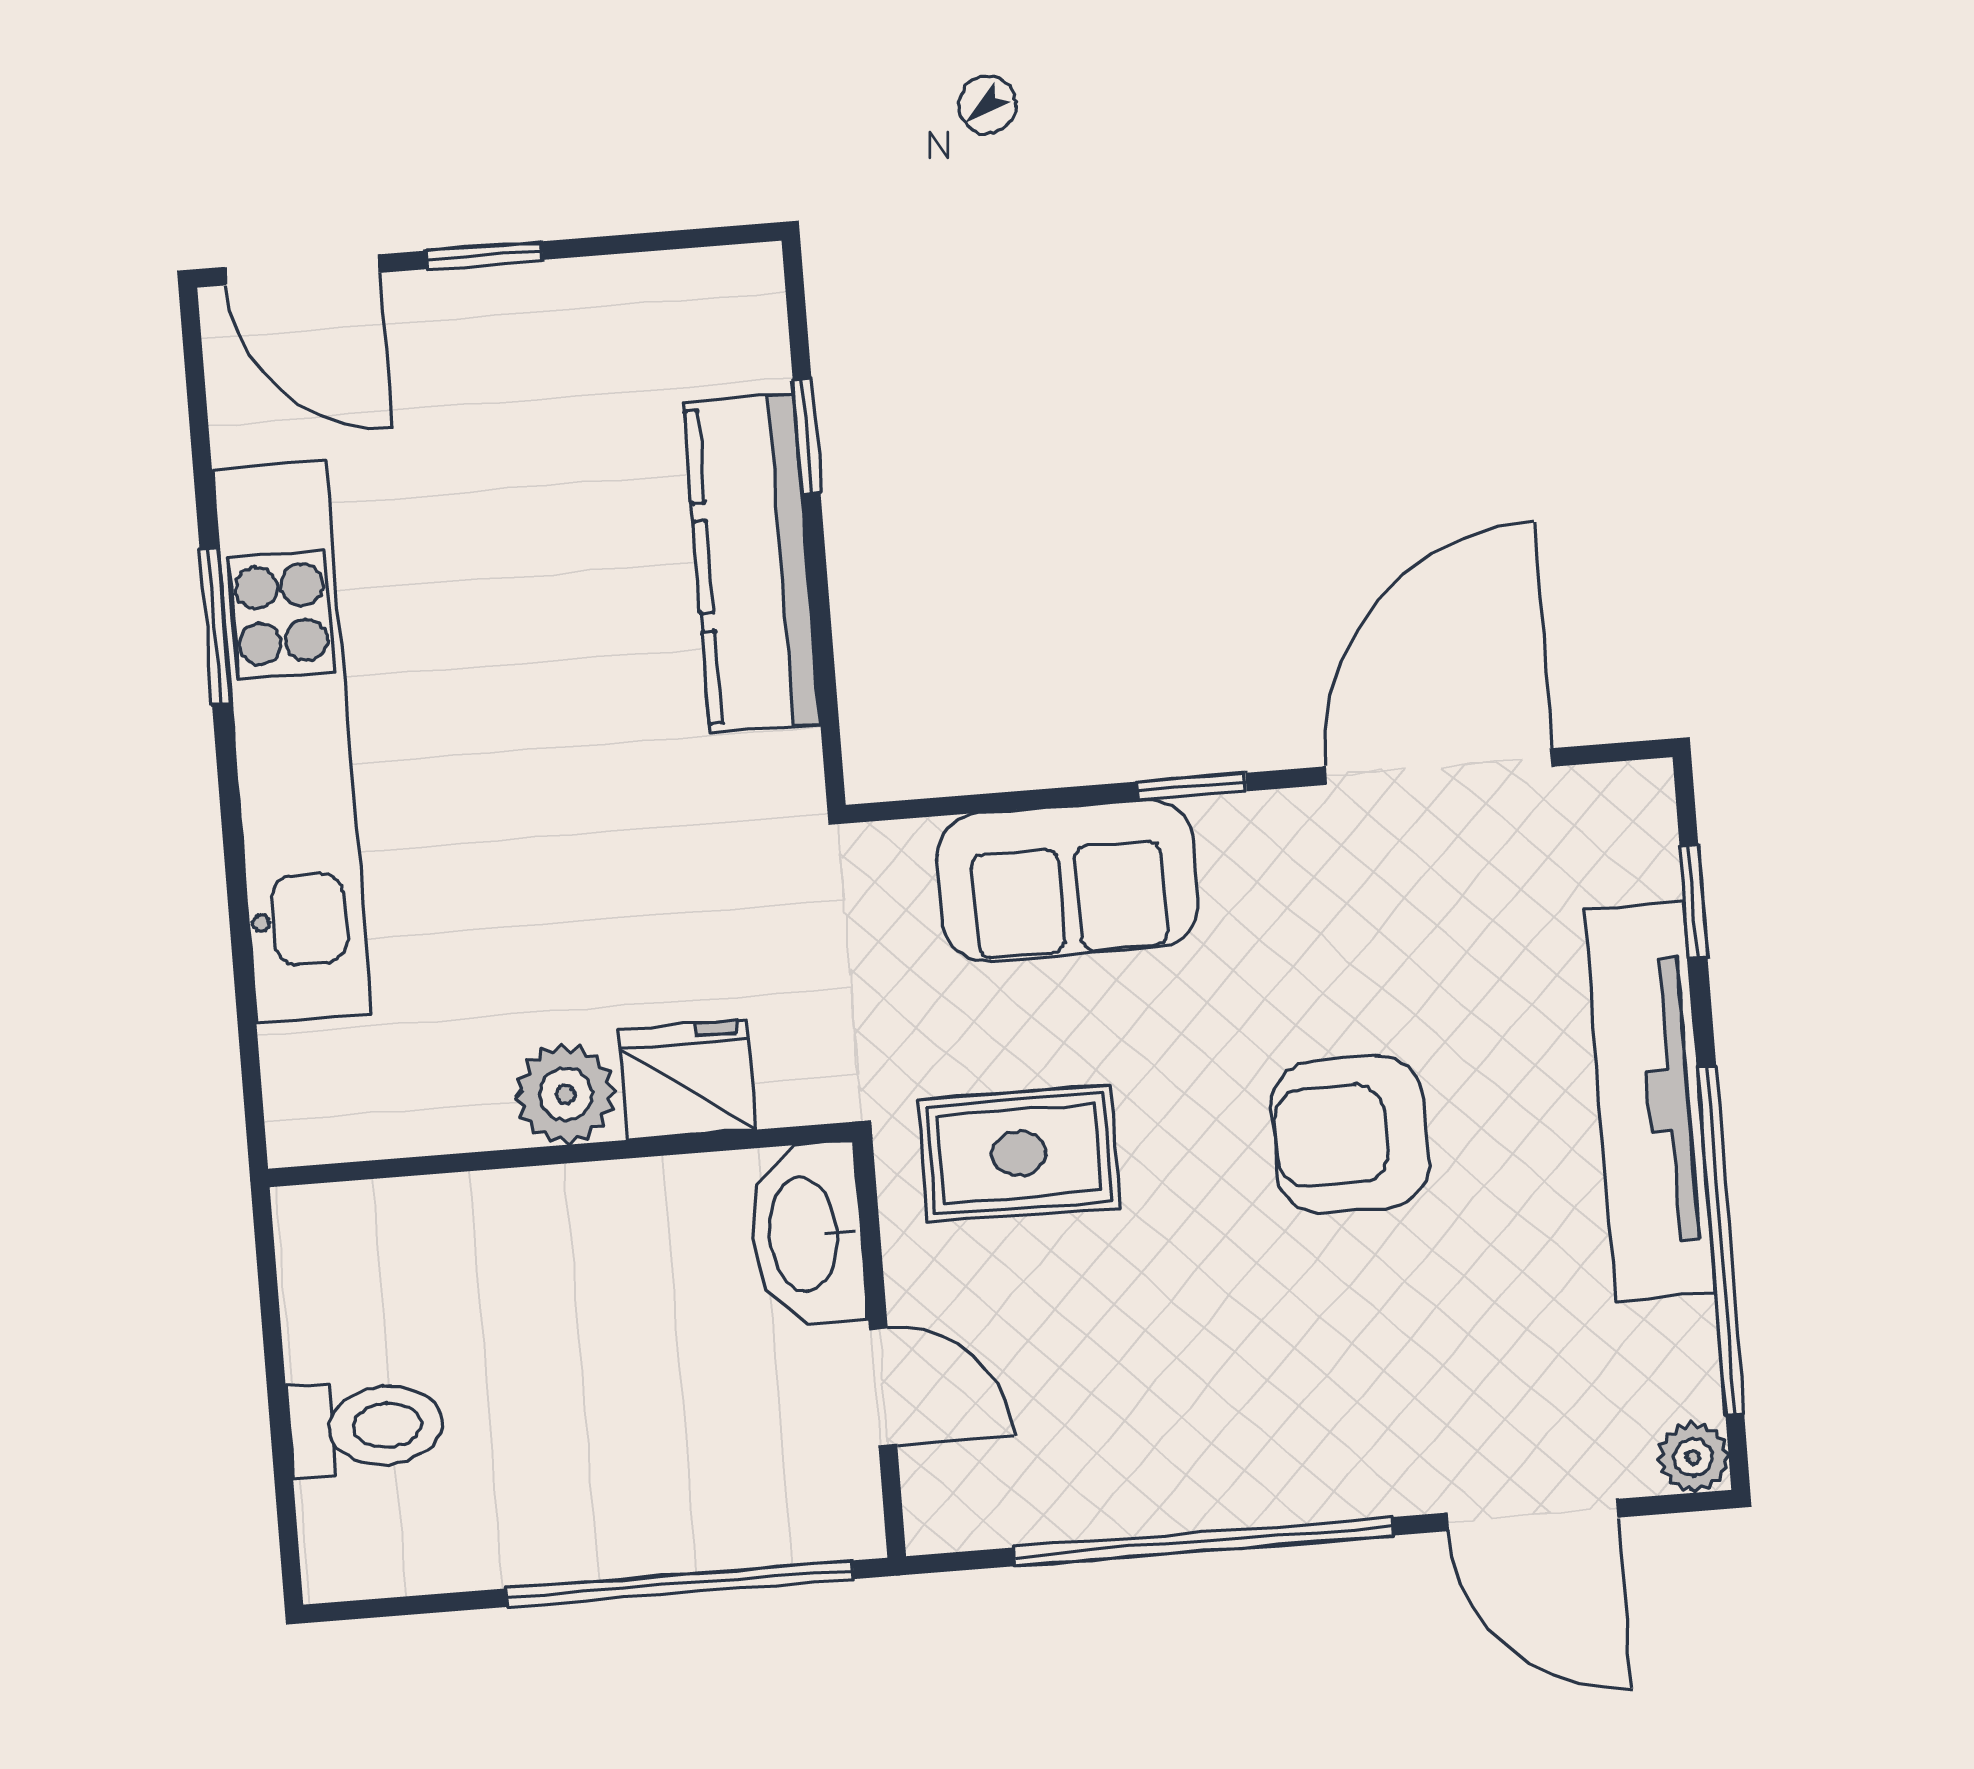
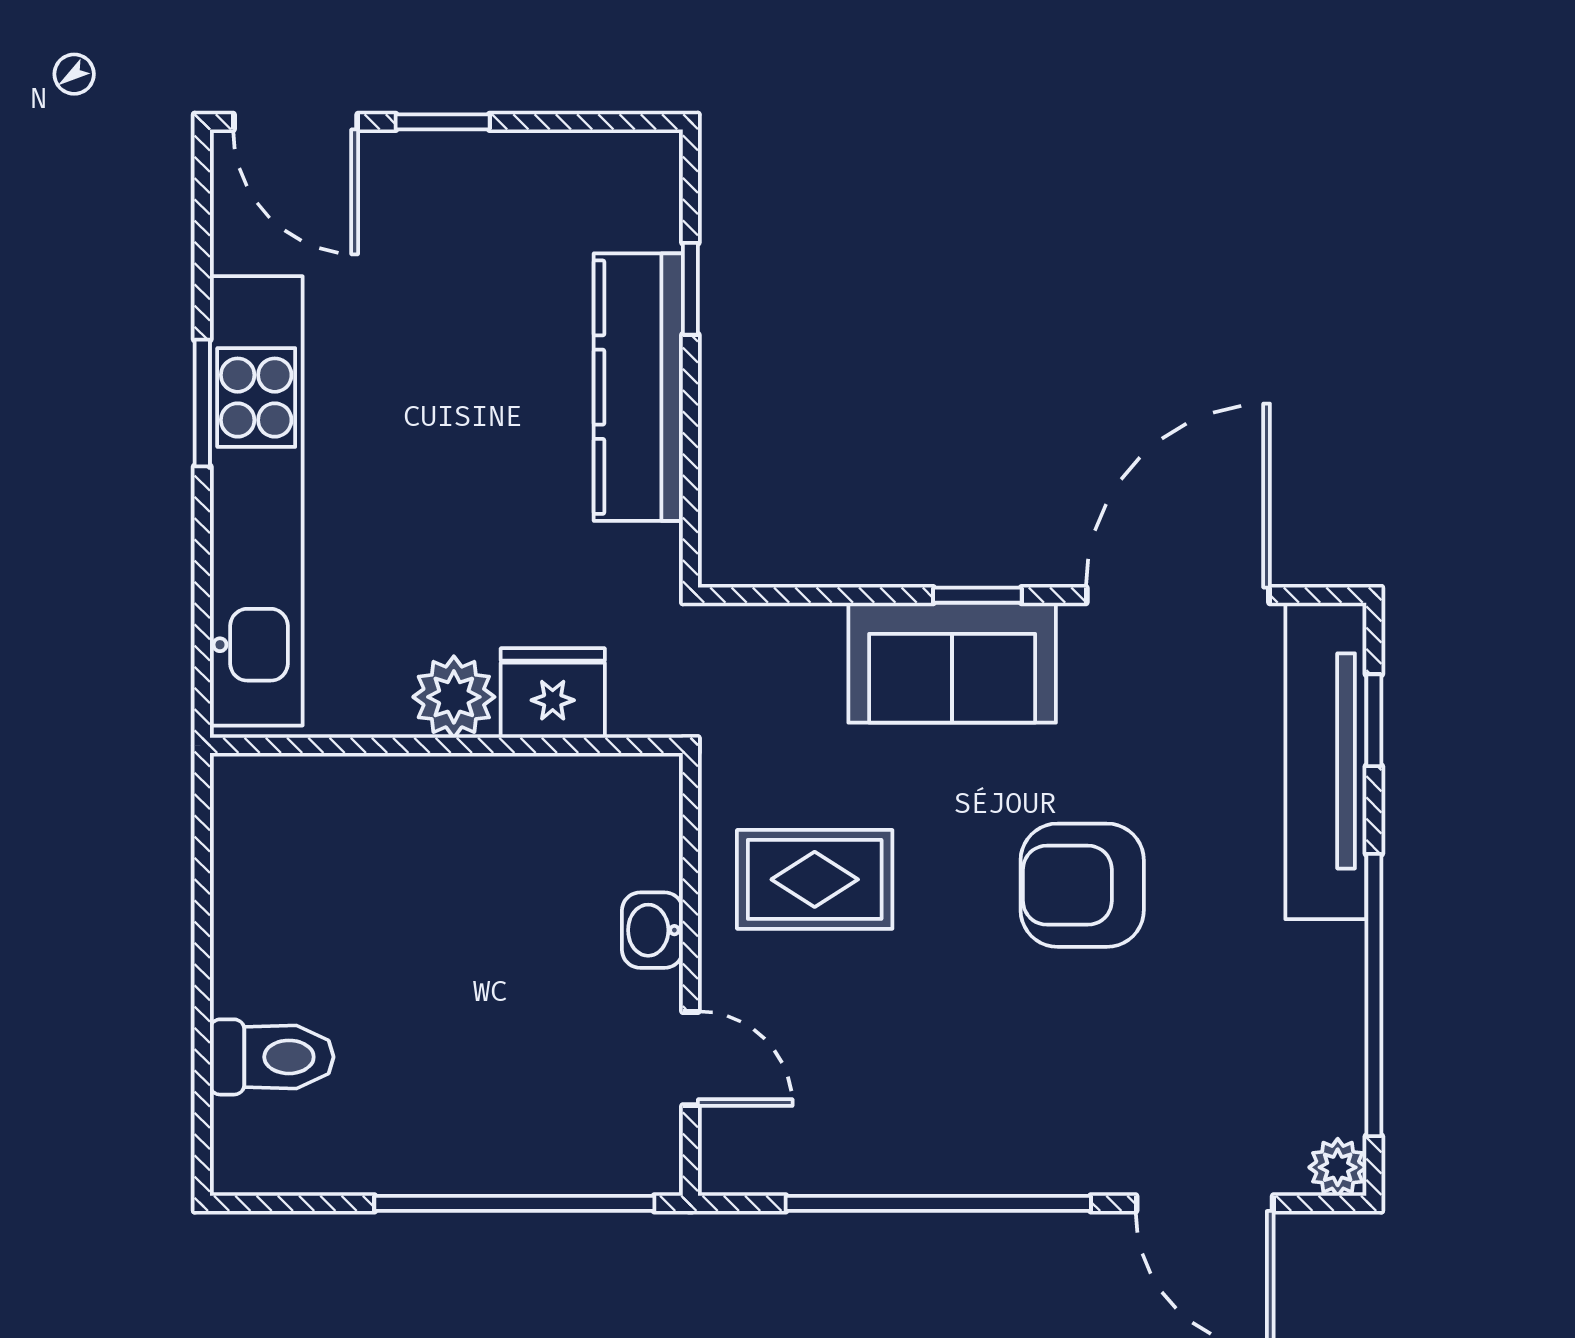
sofa: (1068, 880) -> (952, 663), moved
fridge: (687, 1079) -> (553, 693), moved
plant: (565, 1094) -> (454, 697), moved
tv unit: (1650, 1101) -> (1326, 761), moved
wall: (561, 1155) -> (446, 745), moved
washbasin: (807, 1234) -> (652, 930), width x0.52, depth x0.69

